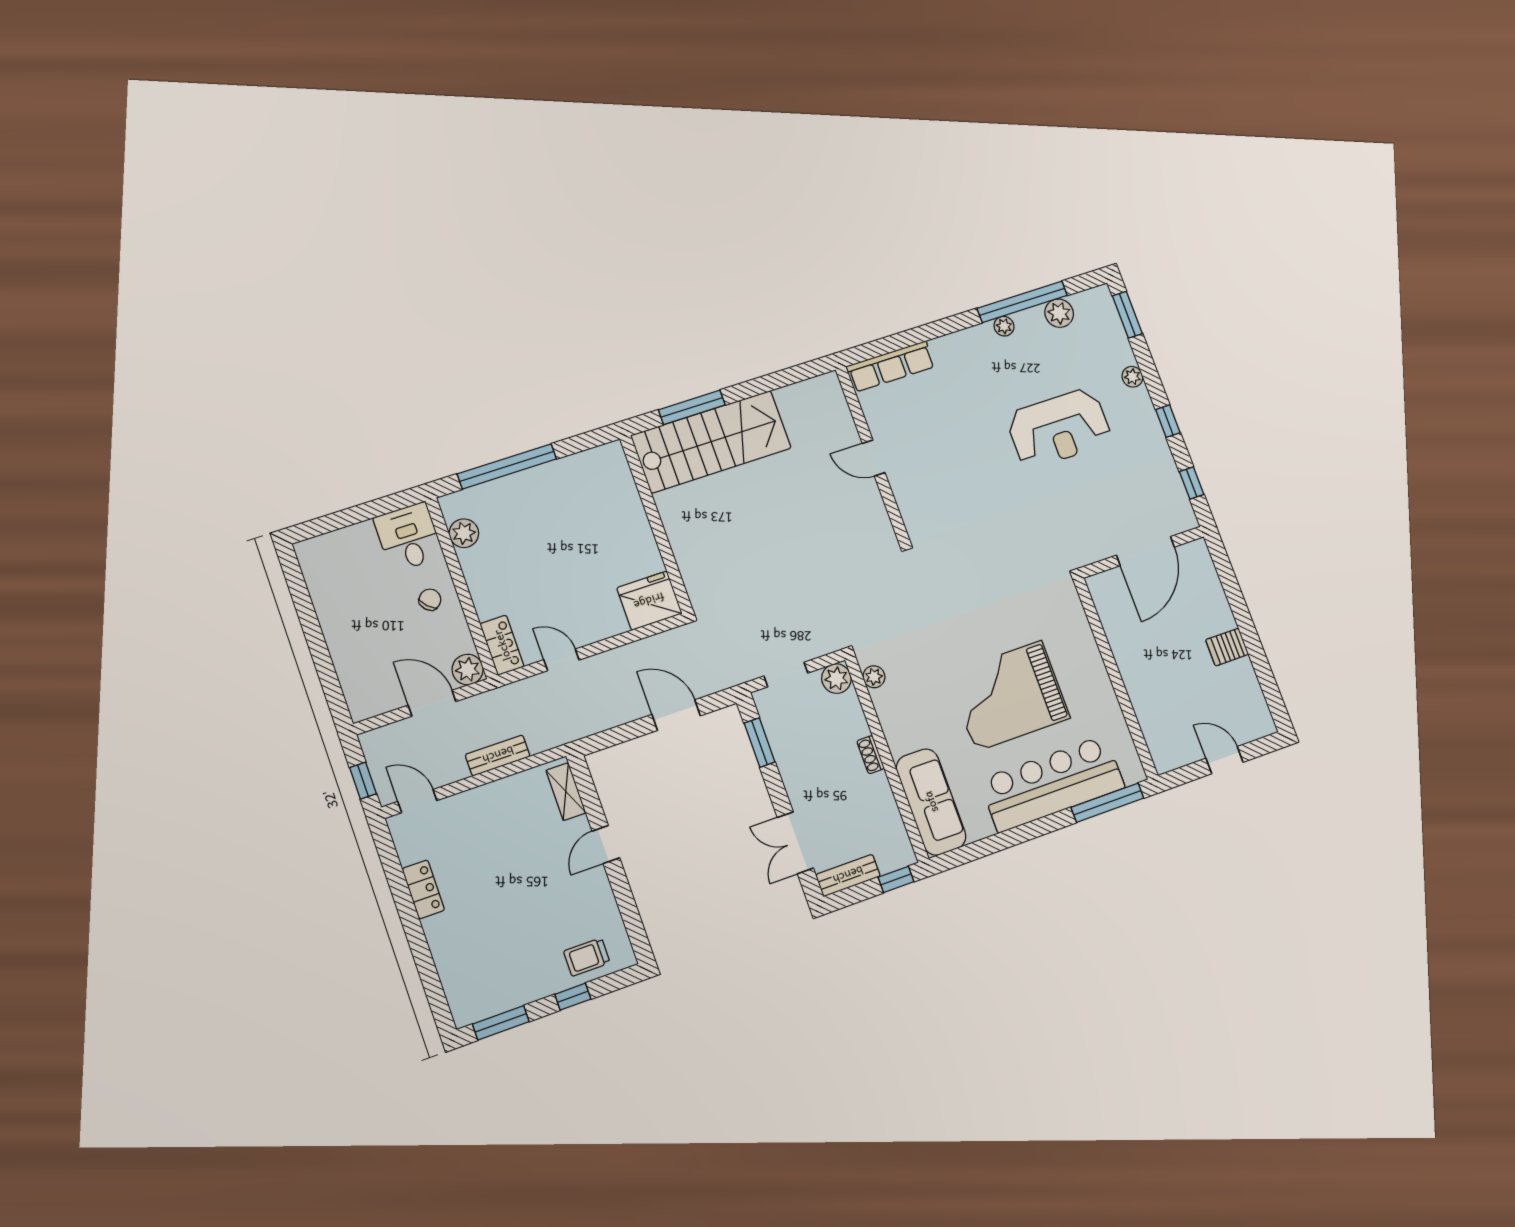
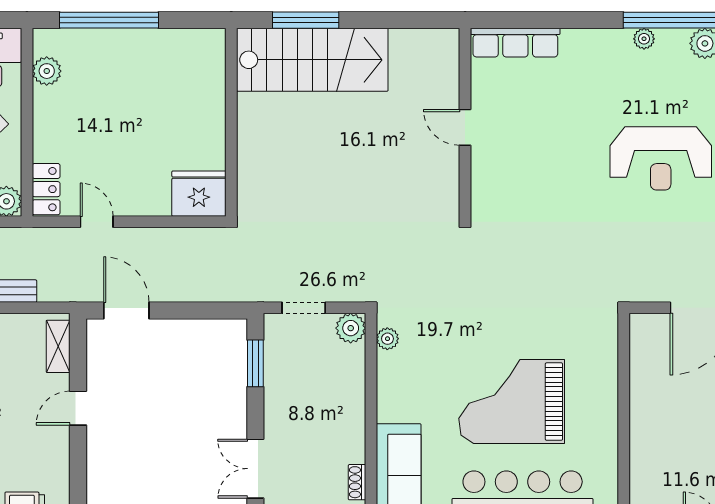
door: (676, 715) -> (126, 310), moved
shoe rack: (871, 755) -> (357, 482), moved

